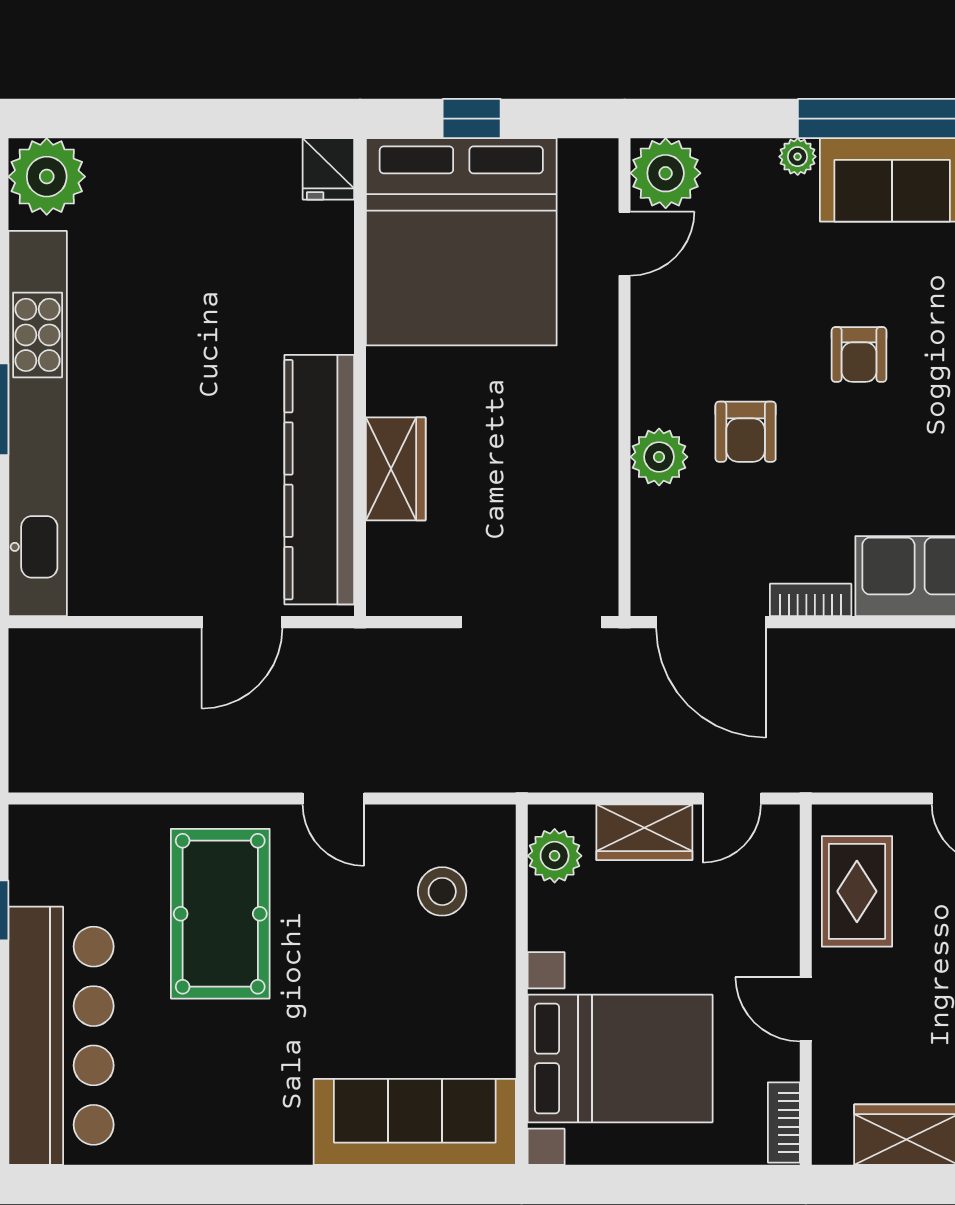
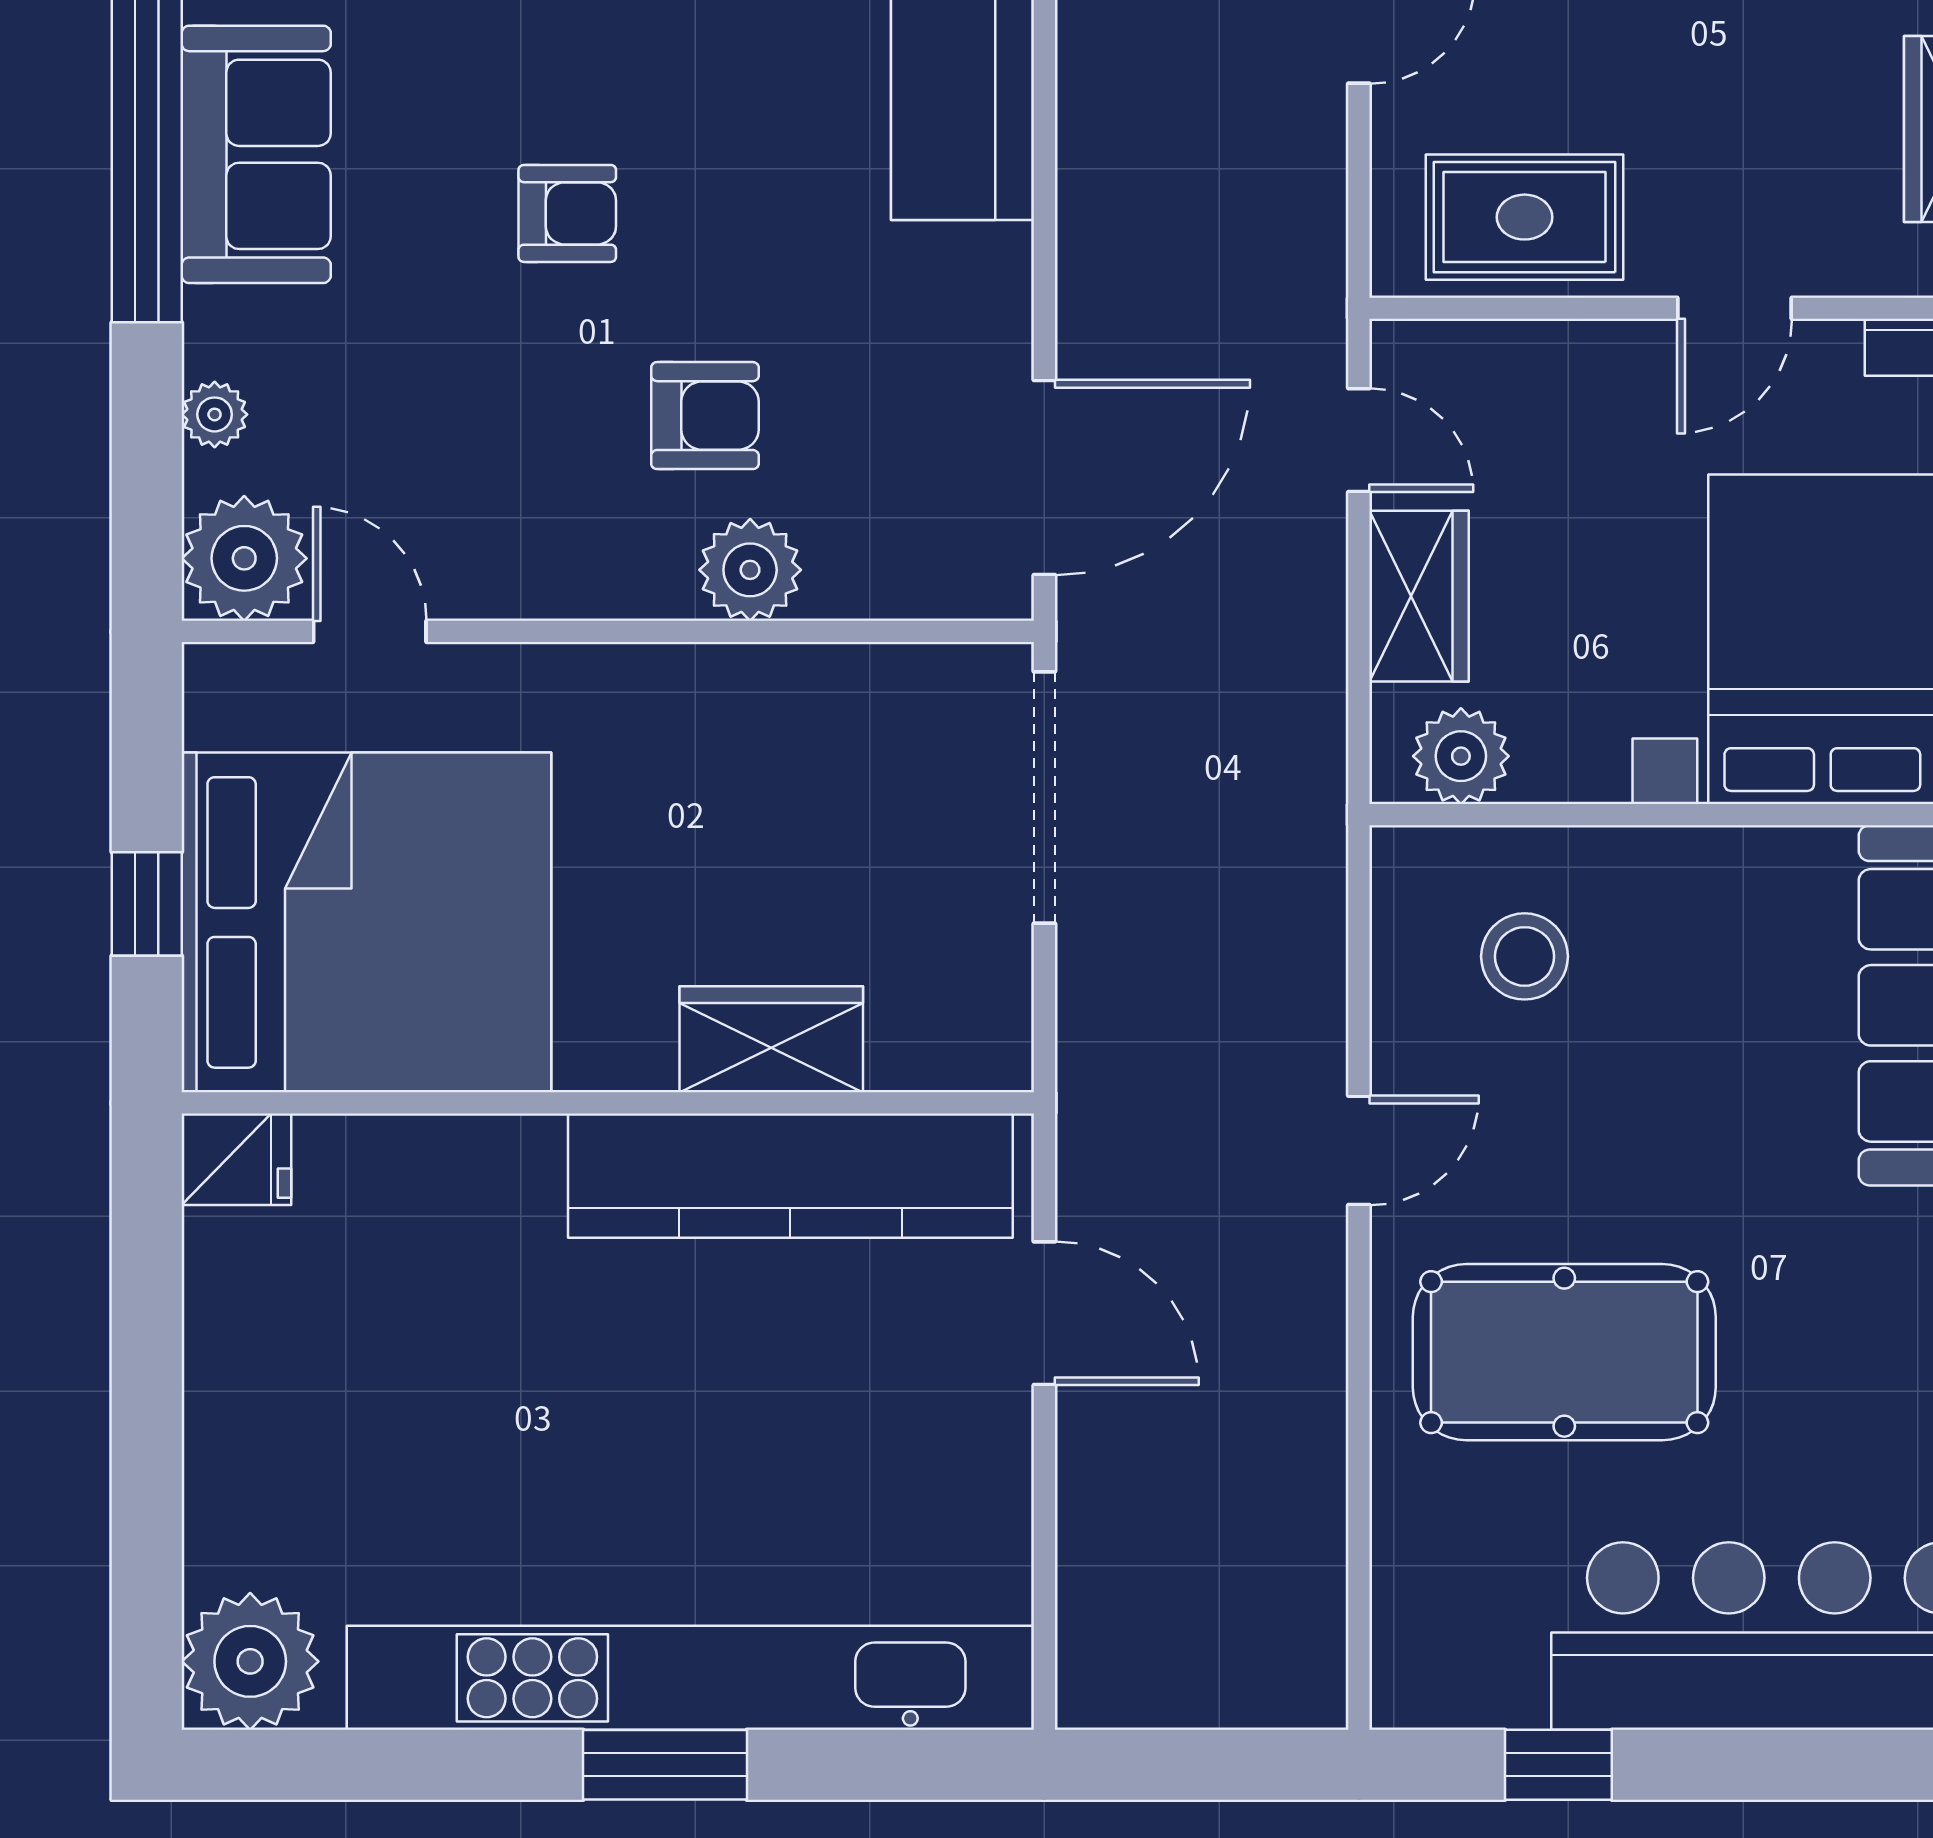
plant: (798, 157) -> (215, 414), moved
bookcase: (811, 600) -> (1005, 300), removed

